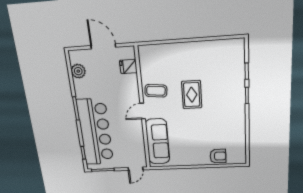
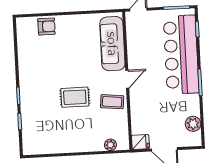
plant: (156, 50) -> (110, 145), added
fridge: (128, 67) -> (140, 142), moved
rug: (192, 95) -> (75, 97), turned 90
armchair: (218, 156) -> (46, 26), turned 180

